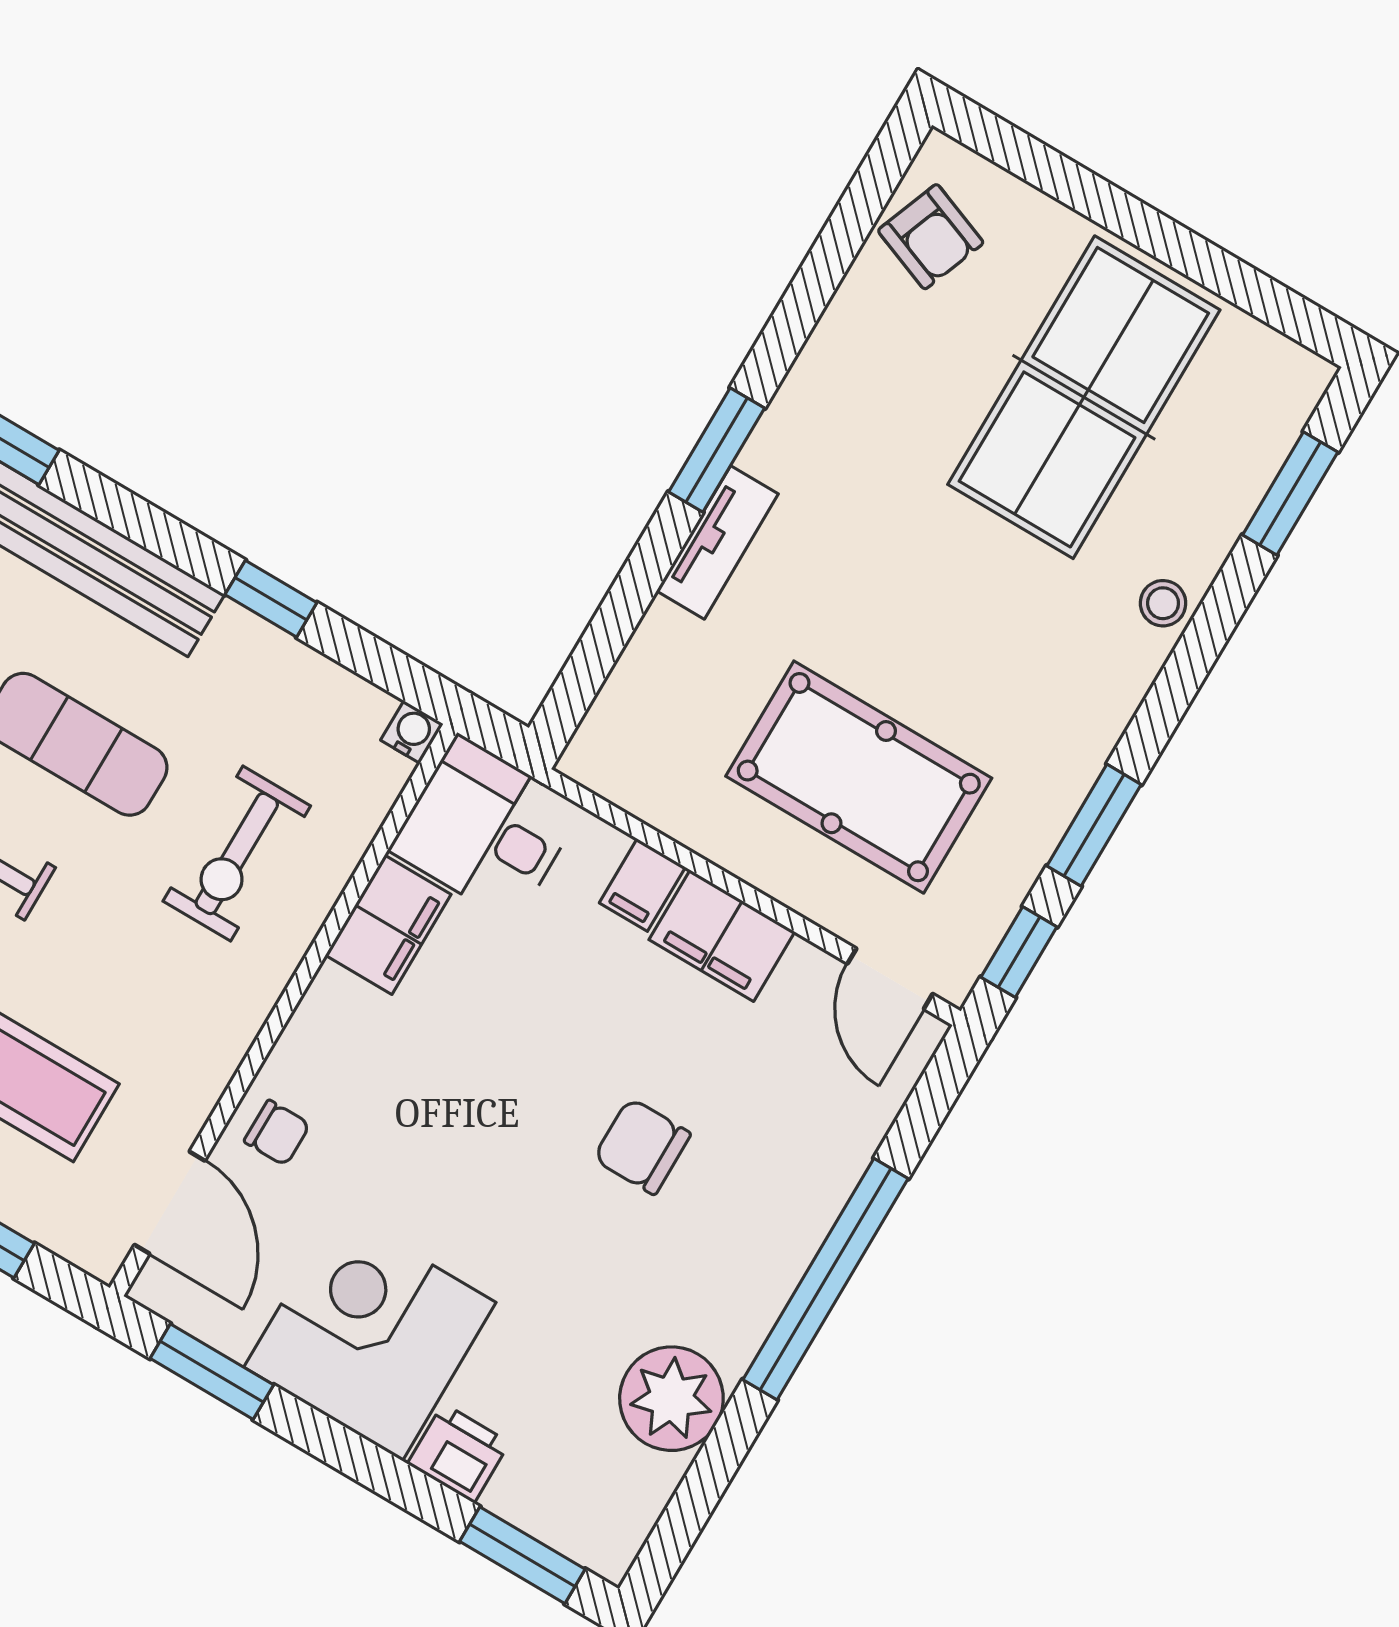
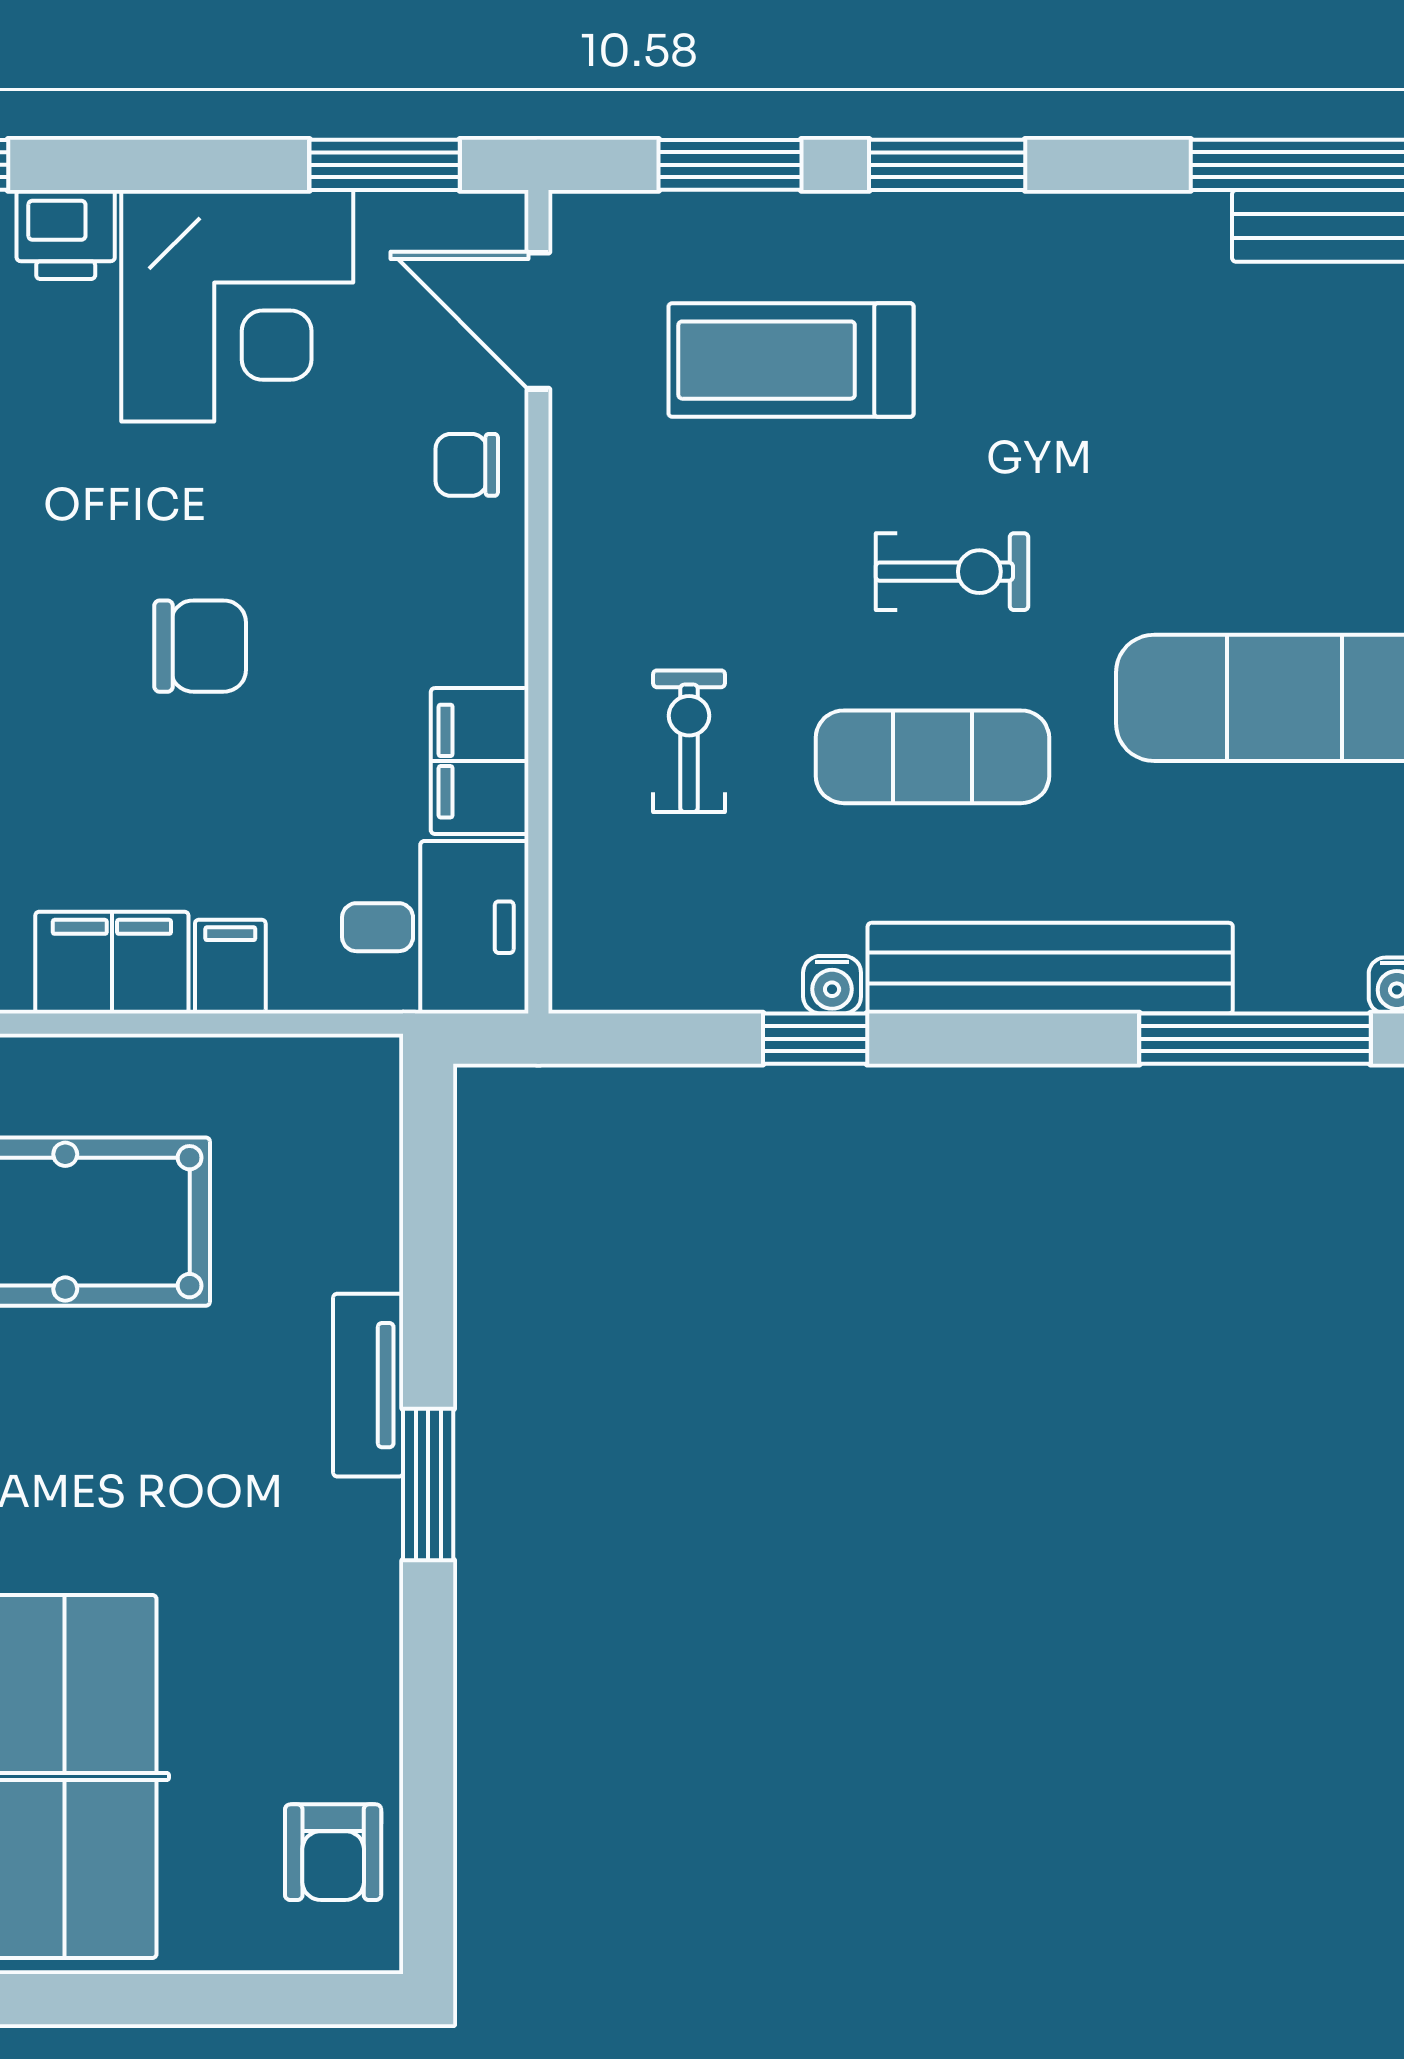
armchair: (931, 237) -> (333, 1852), turned -111
water cooler: (412, 732) -> (832, 985), moved
exercise bike: (237, 853) -> (689, 741), width x0.73, depth x0.72
chair: (642, 1146) -> (200, 646), moved

